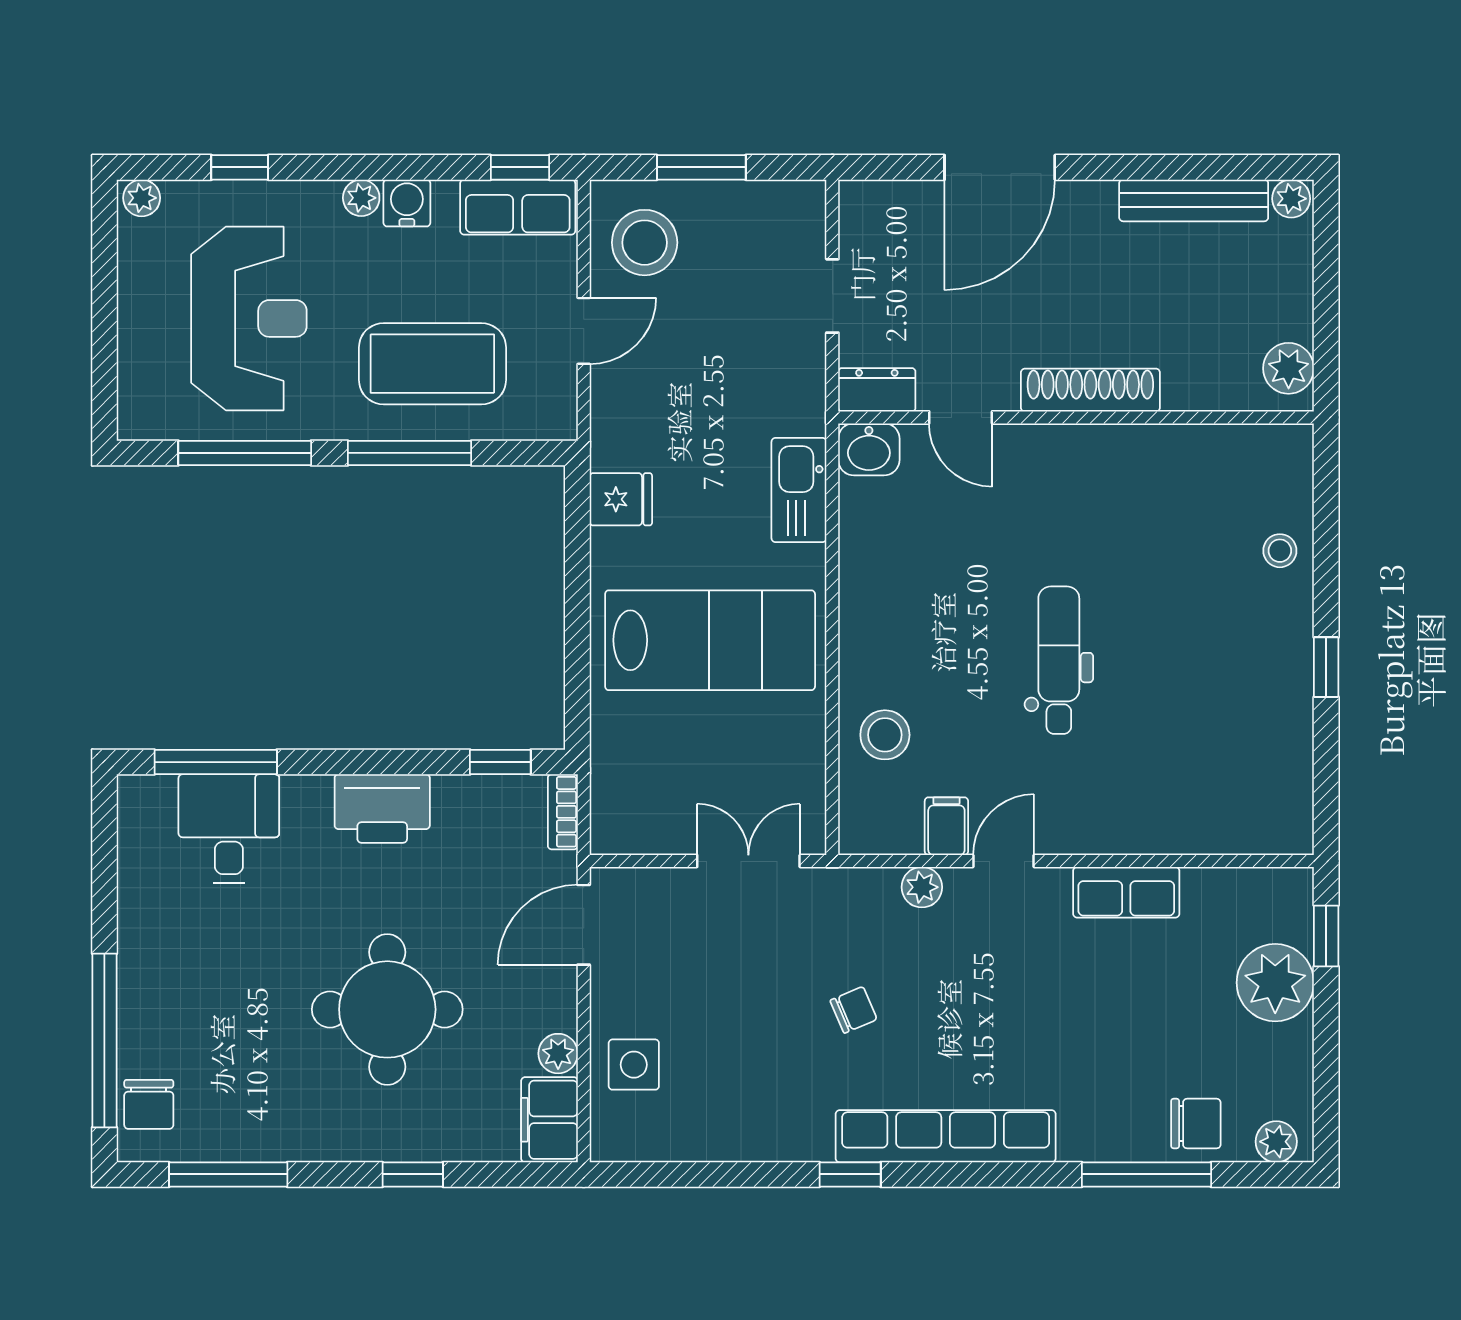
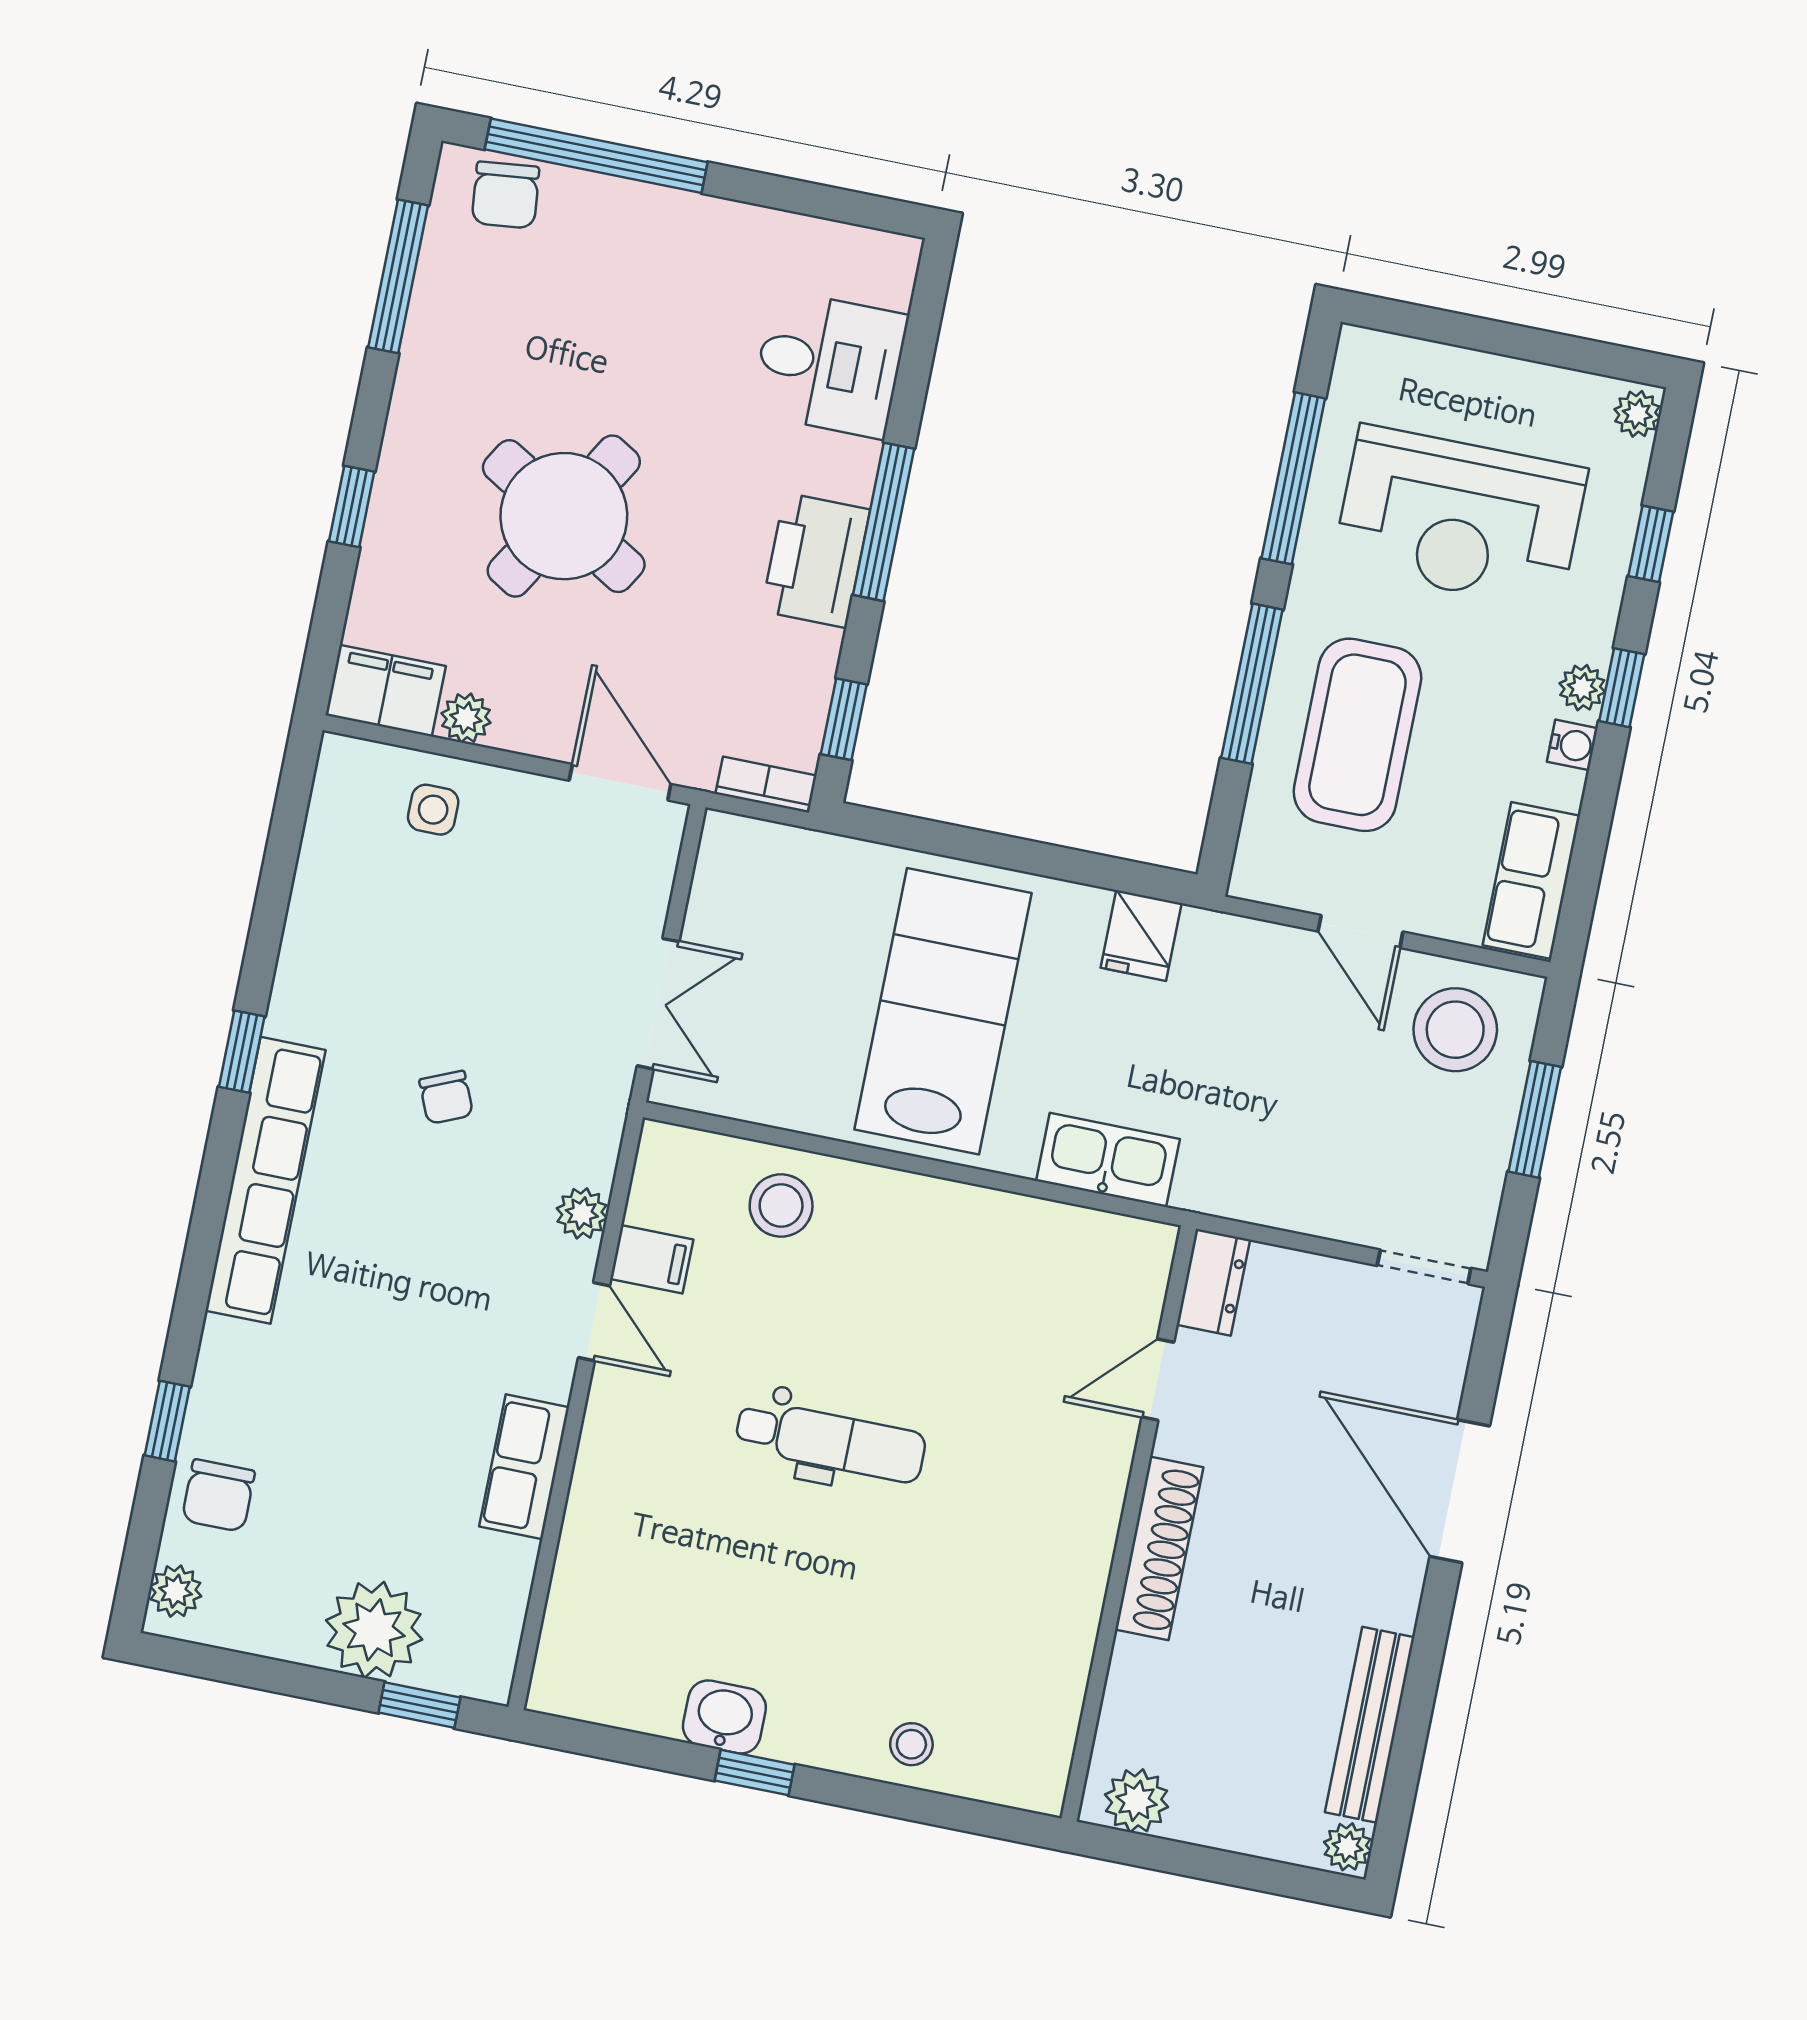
window: (520, 167) -> (1622, 688), moved
water cooler: (407, 203) -> (1572, 745), width x0.72, depth x0.72
doorway: (832, 296) -> (1424, 1267), moved
washbasin: (869, 449) -> (724, 1717), moved, turned 90
lab bench: (710, 640) -> (943, 1011), turned 180
window: (216, 762) -> (884, 522), moved
round table: (387, 1009) -> (564, 516), turned 31
side table: (634, 1065) -> (433, 810), width x0.73, depth x0.73
chair: (149, 1104) -> (505, 195), turned -96
window: (1146, 1174) -> (167, 1421), width x0.46

